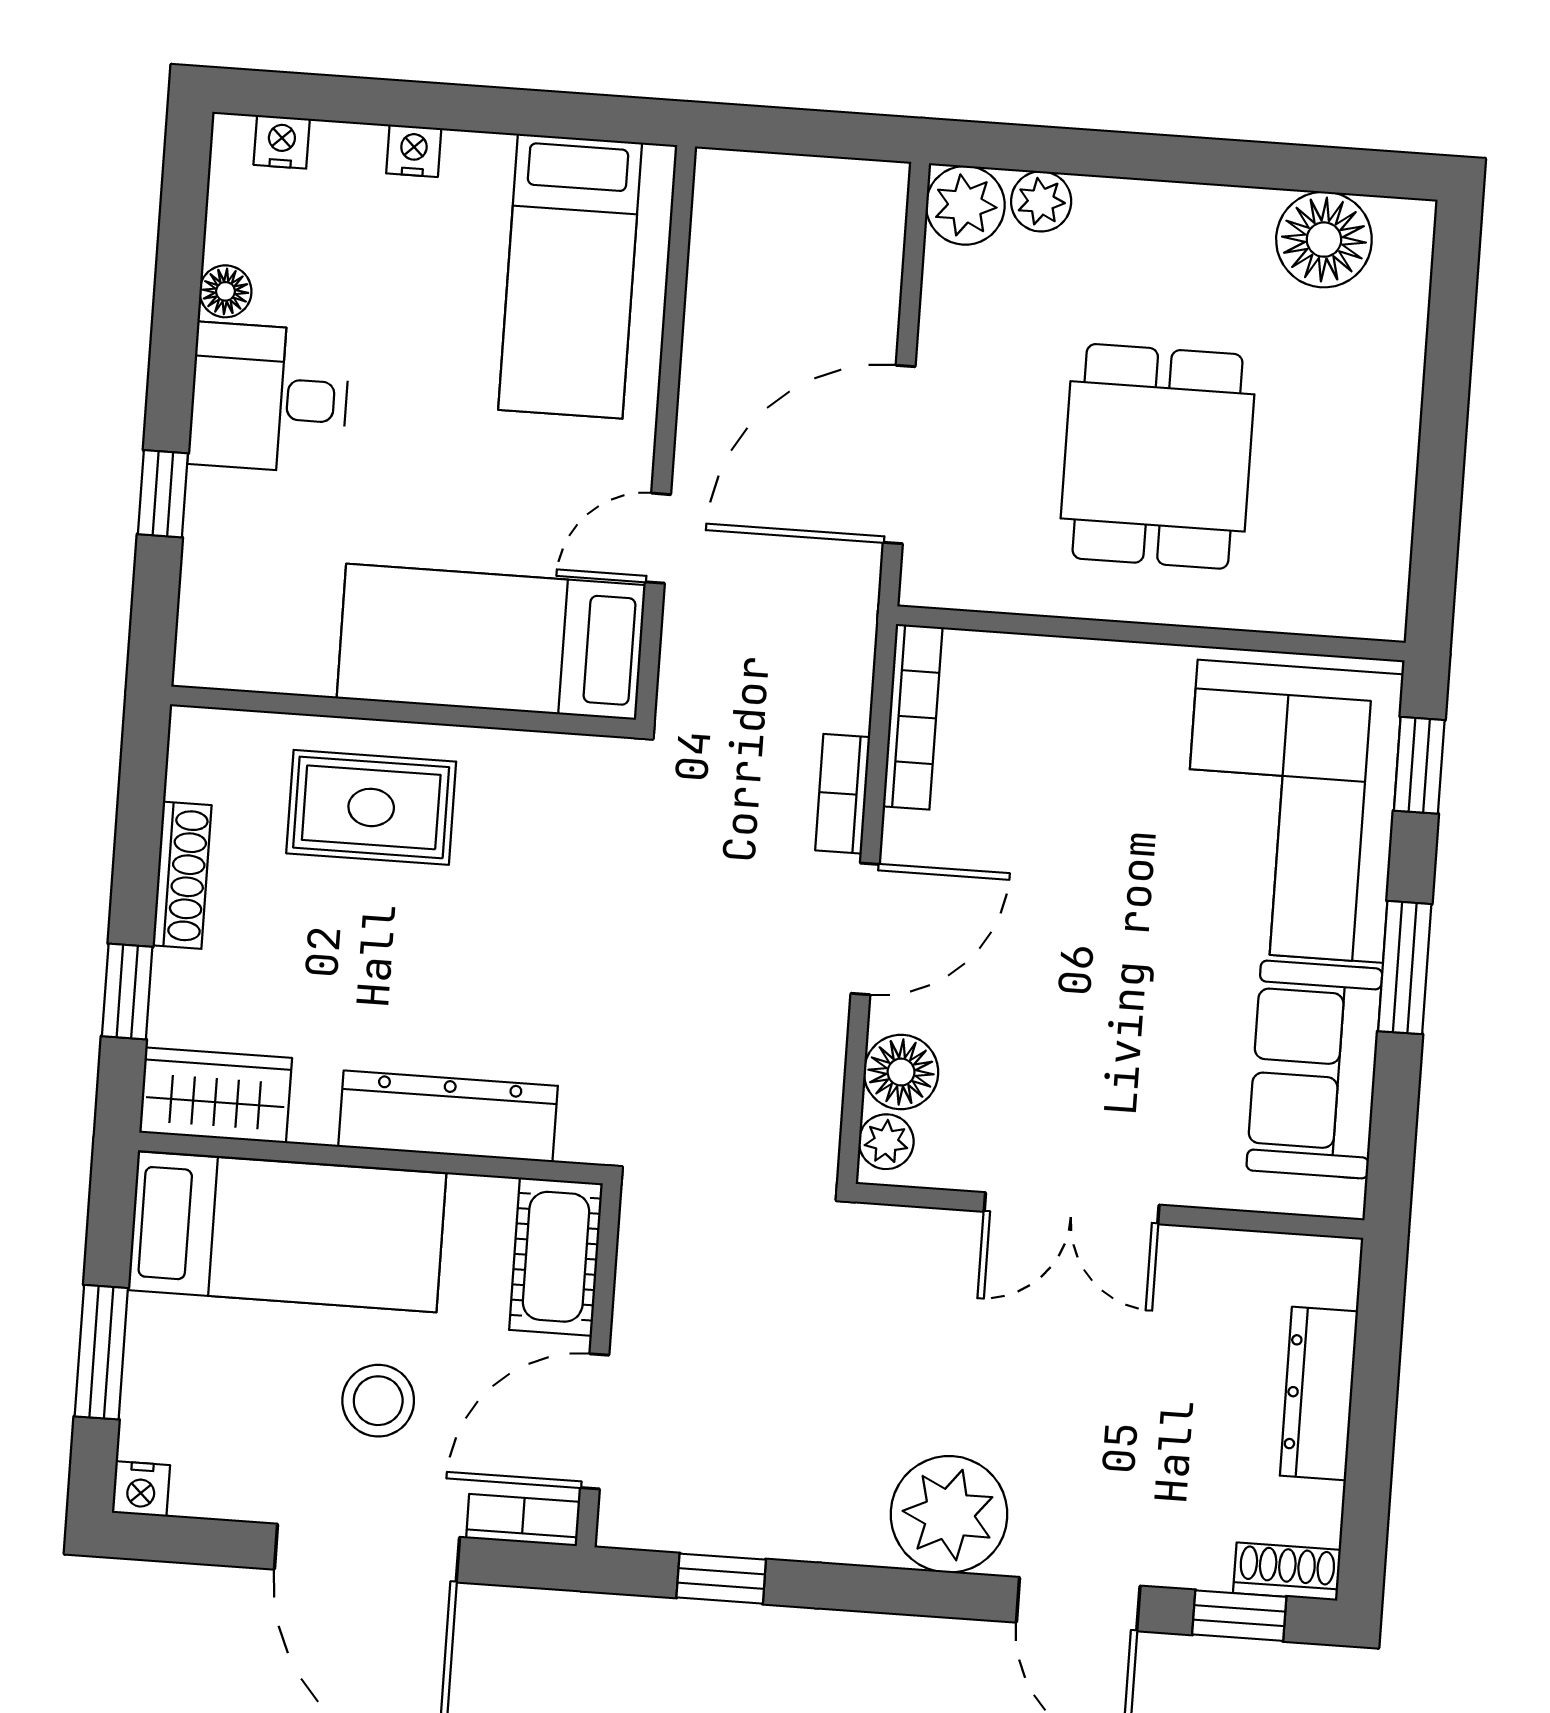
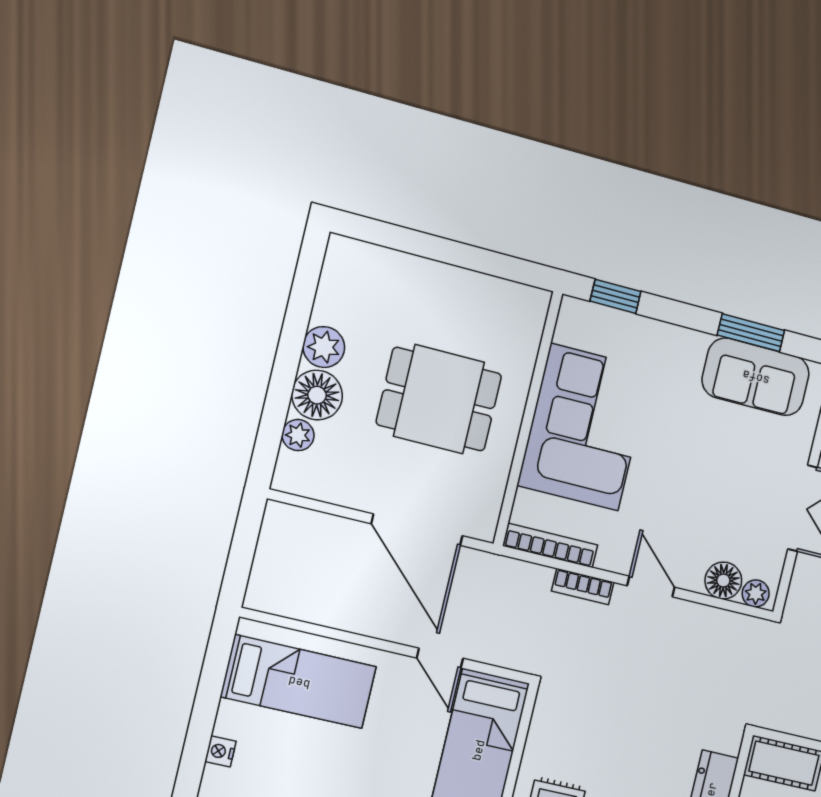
plant: (965, 205) -> (324, 347), moved
floor lamp: (1324, 240) -> (317, 395), moved
corner sofa: (1290, 811) -> (584, 427), moved, turned -90
door: (865, 929) -> (651, 587), width x0.73
window: (1405, 968) -> (751, 333), moved

